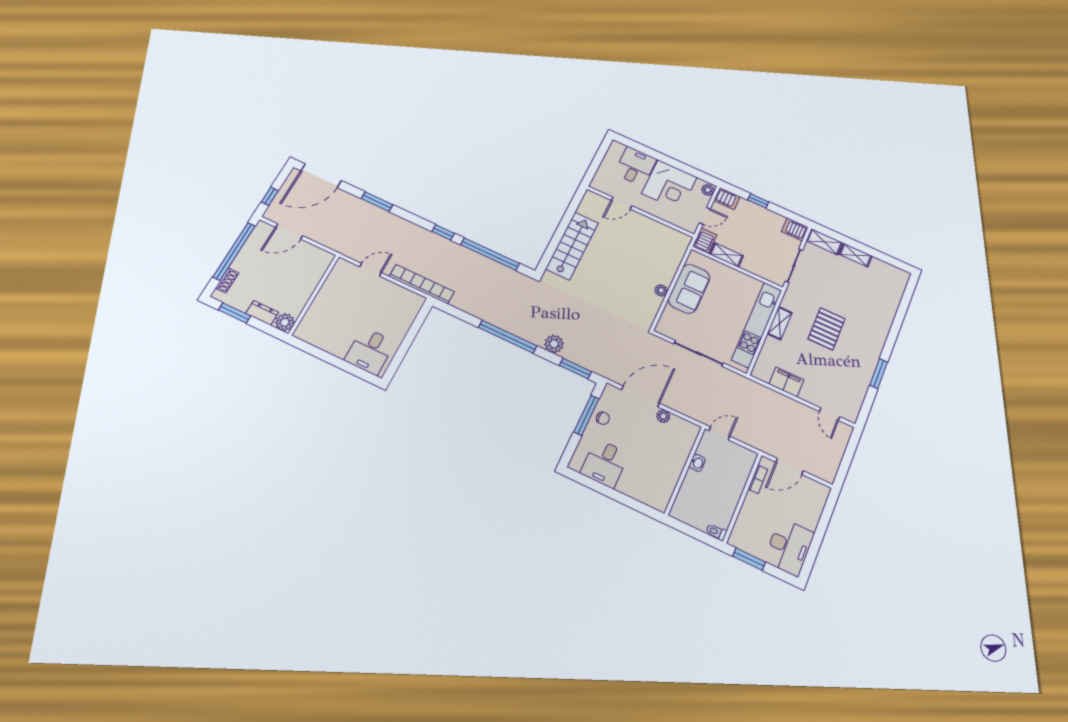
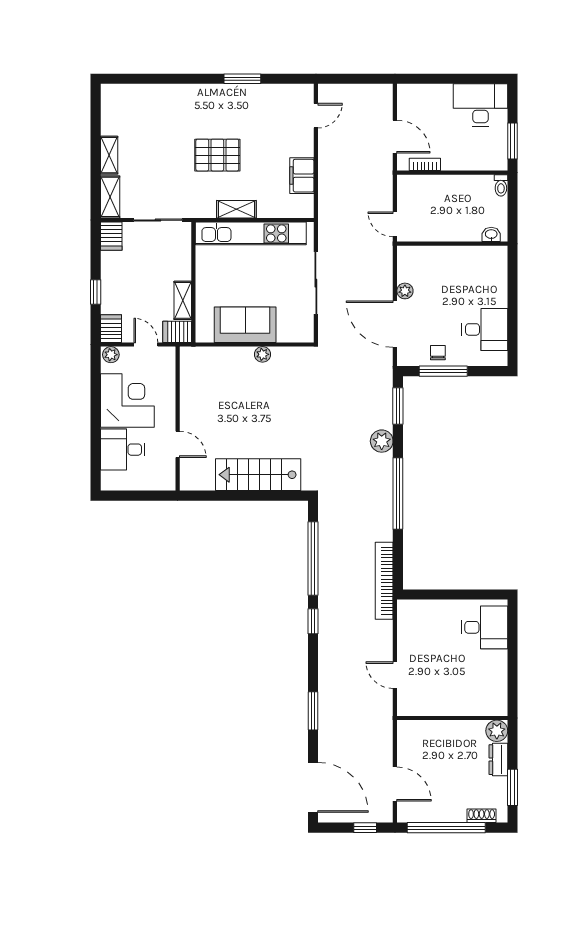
bookcase: (422, 284) -> (384, 581), moved
washbasin: (697, 463) -> (491, 234), moved

